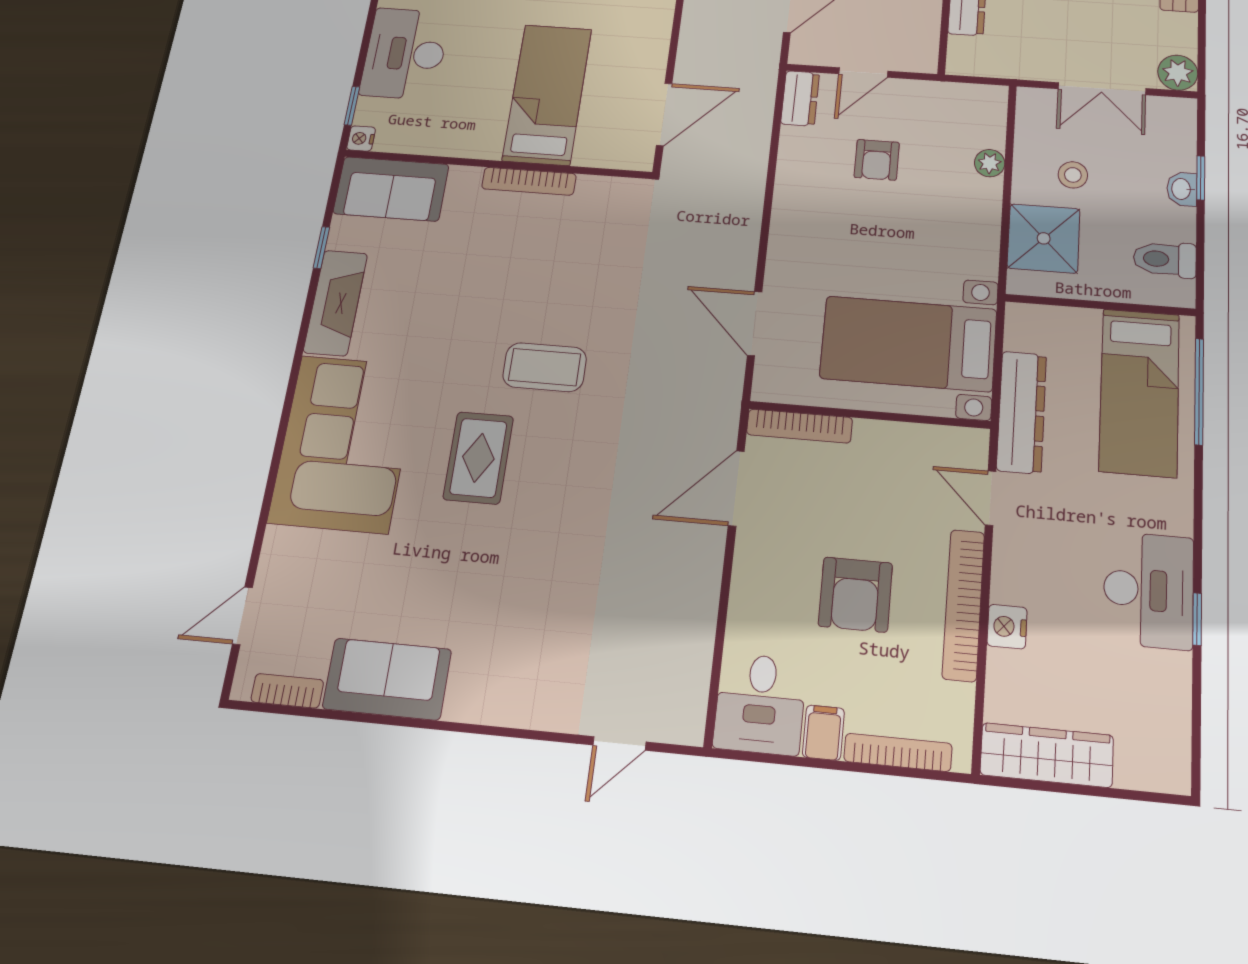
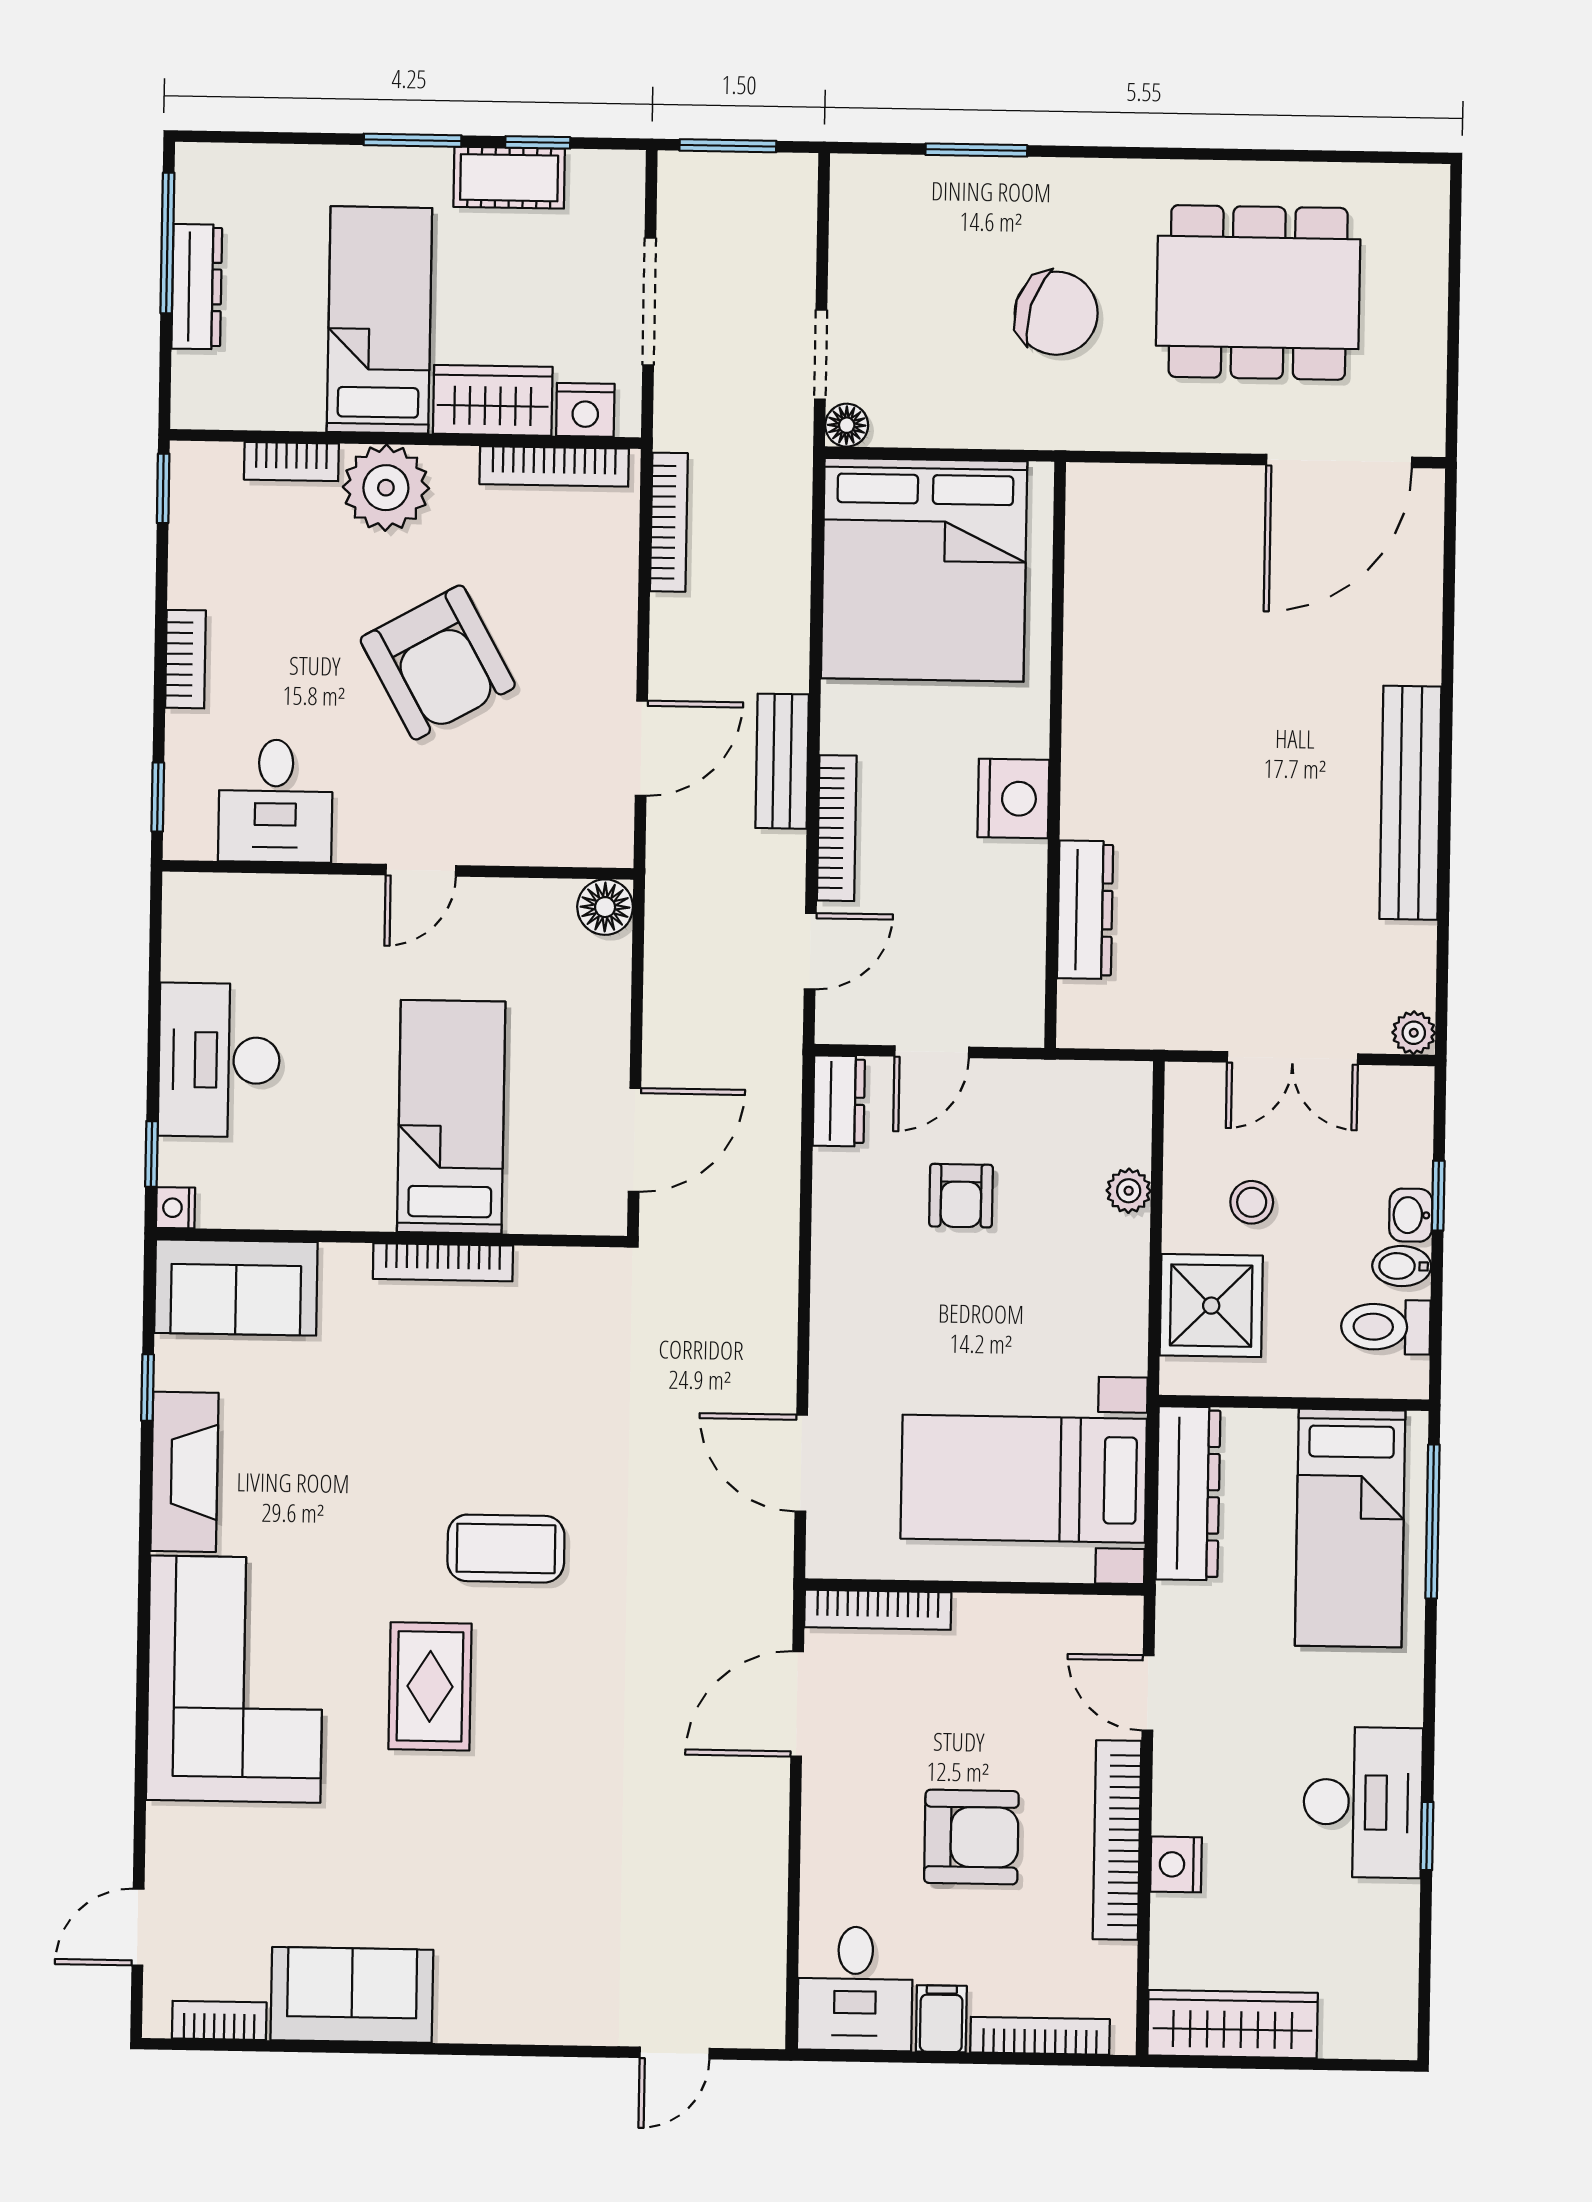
plant: (1178, 73) -> (1414, 1033), width x0.73, depth x0.73
bidet: (1176, 221) -> (1402, 1266), added
dresser: (1021, 412) -> (1188, 1493), moved
armchair: (855, 595) -> (971, 1837), turned -90

